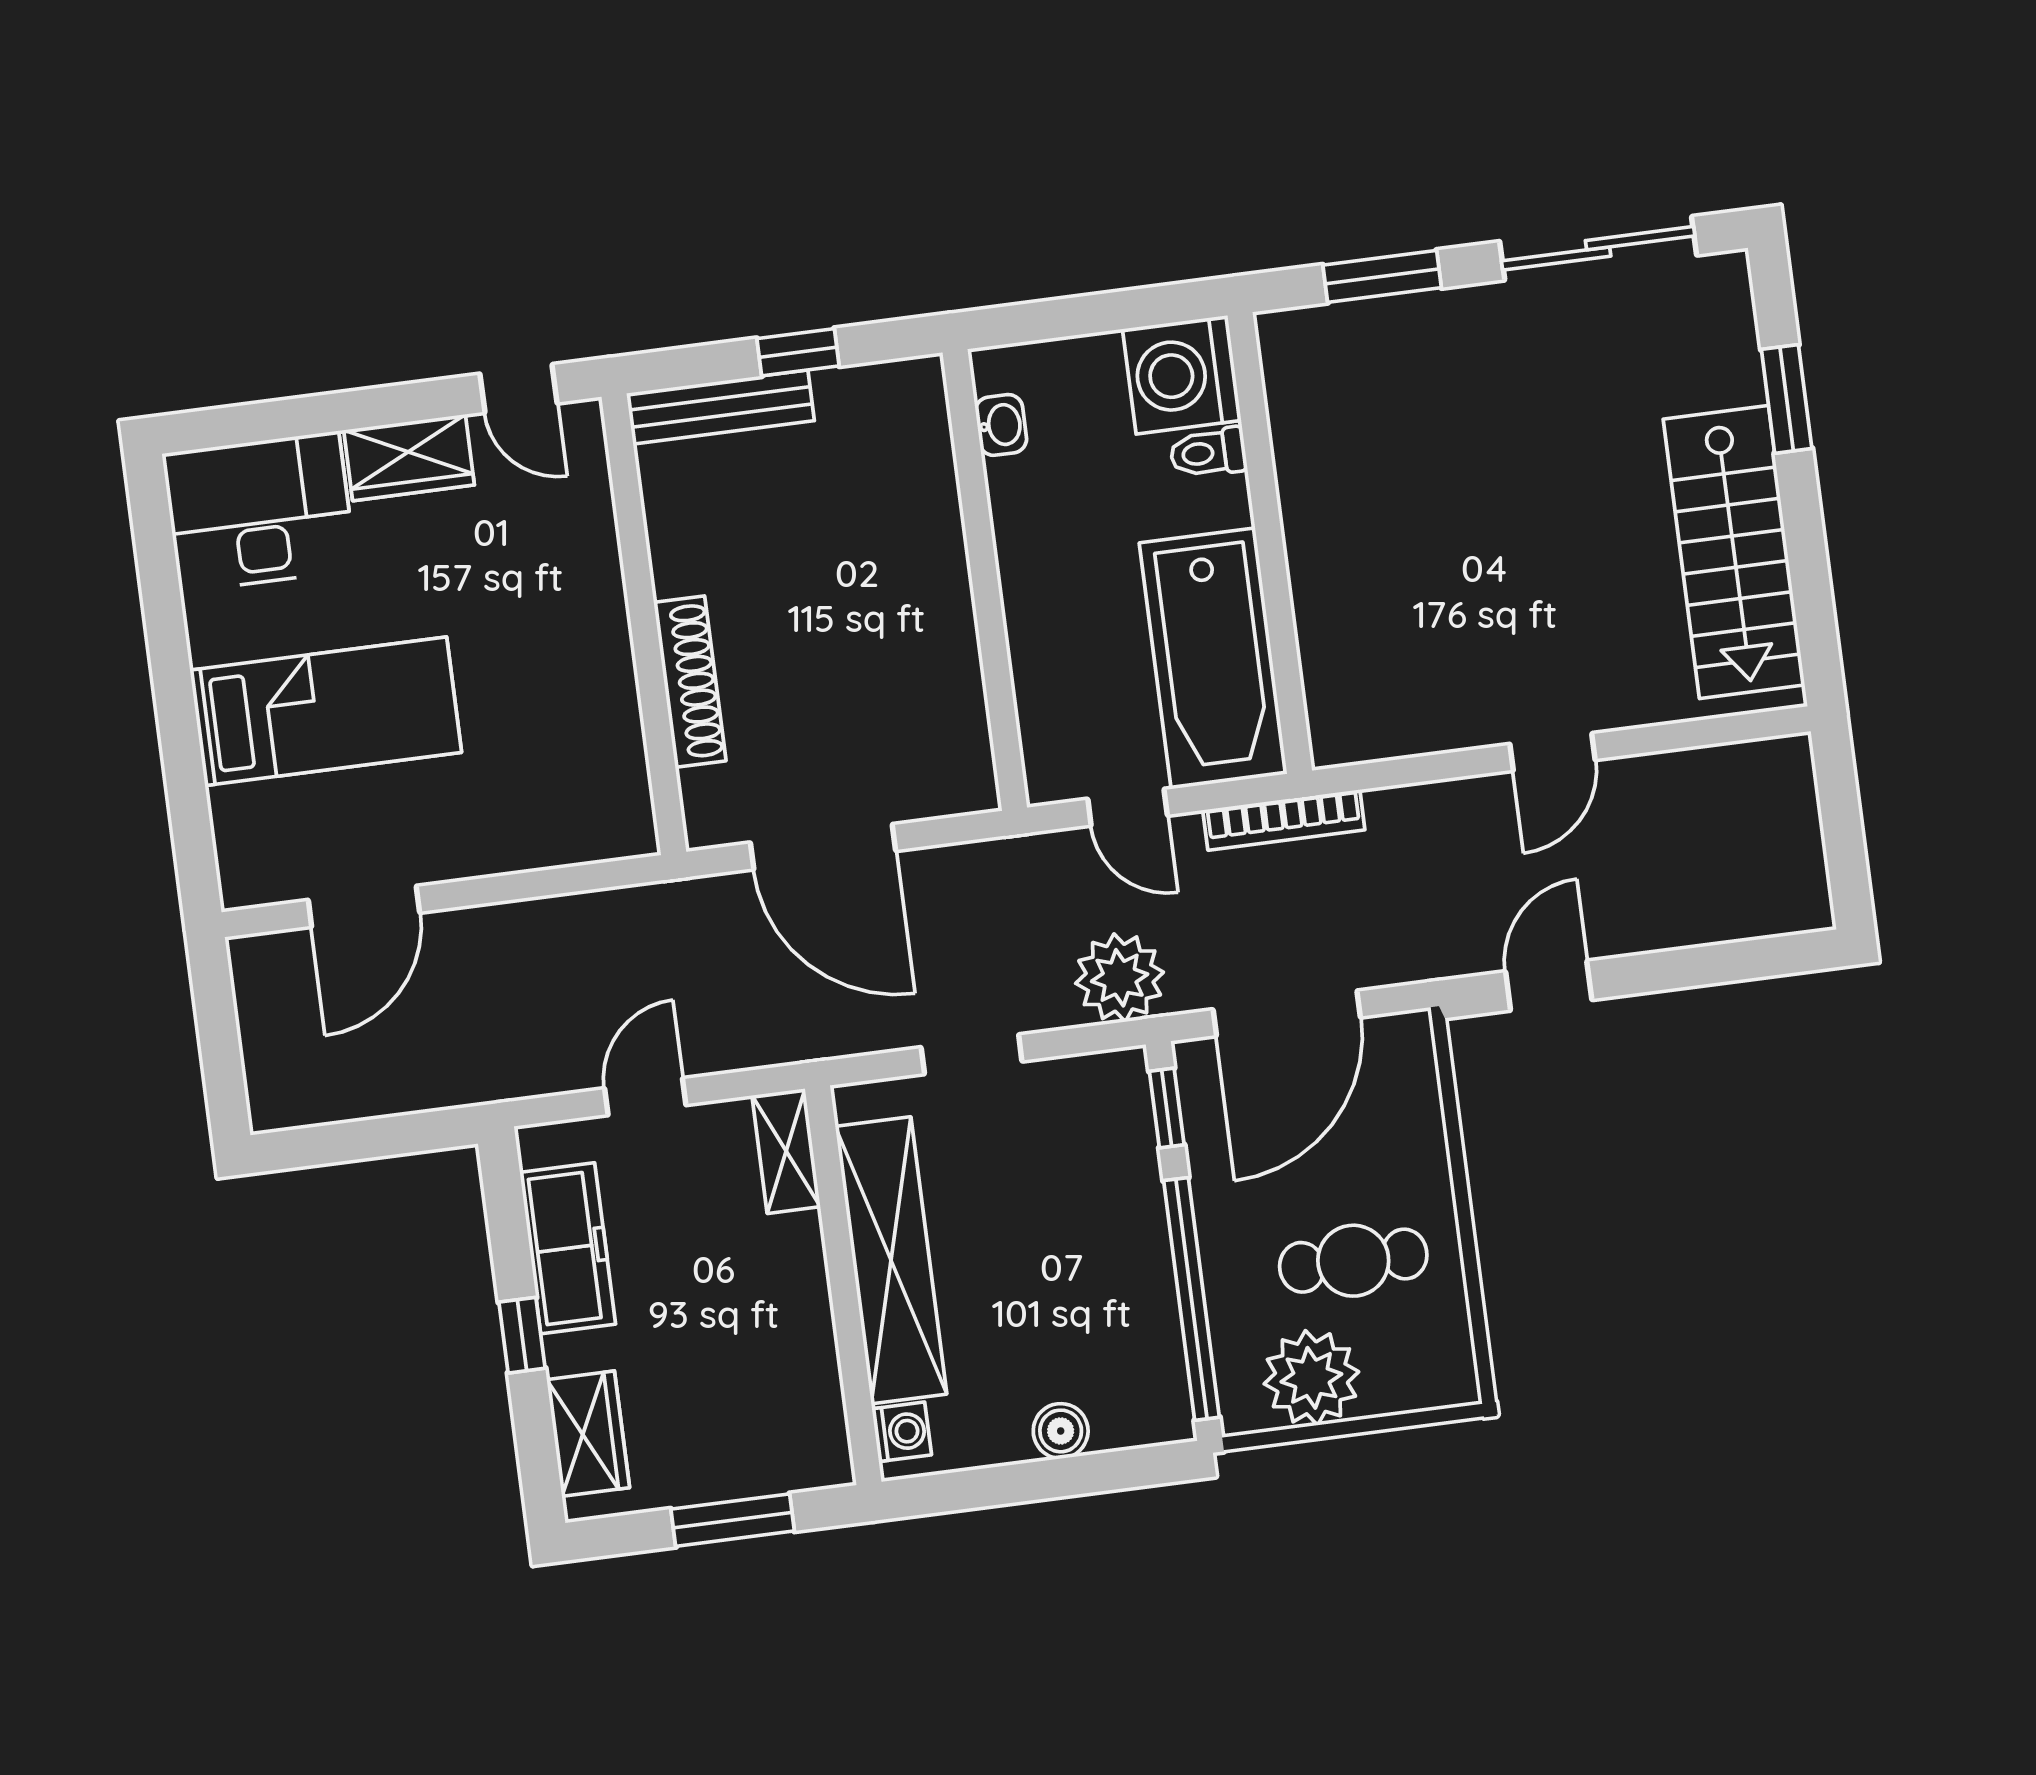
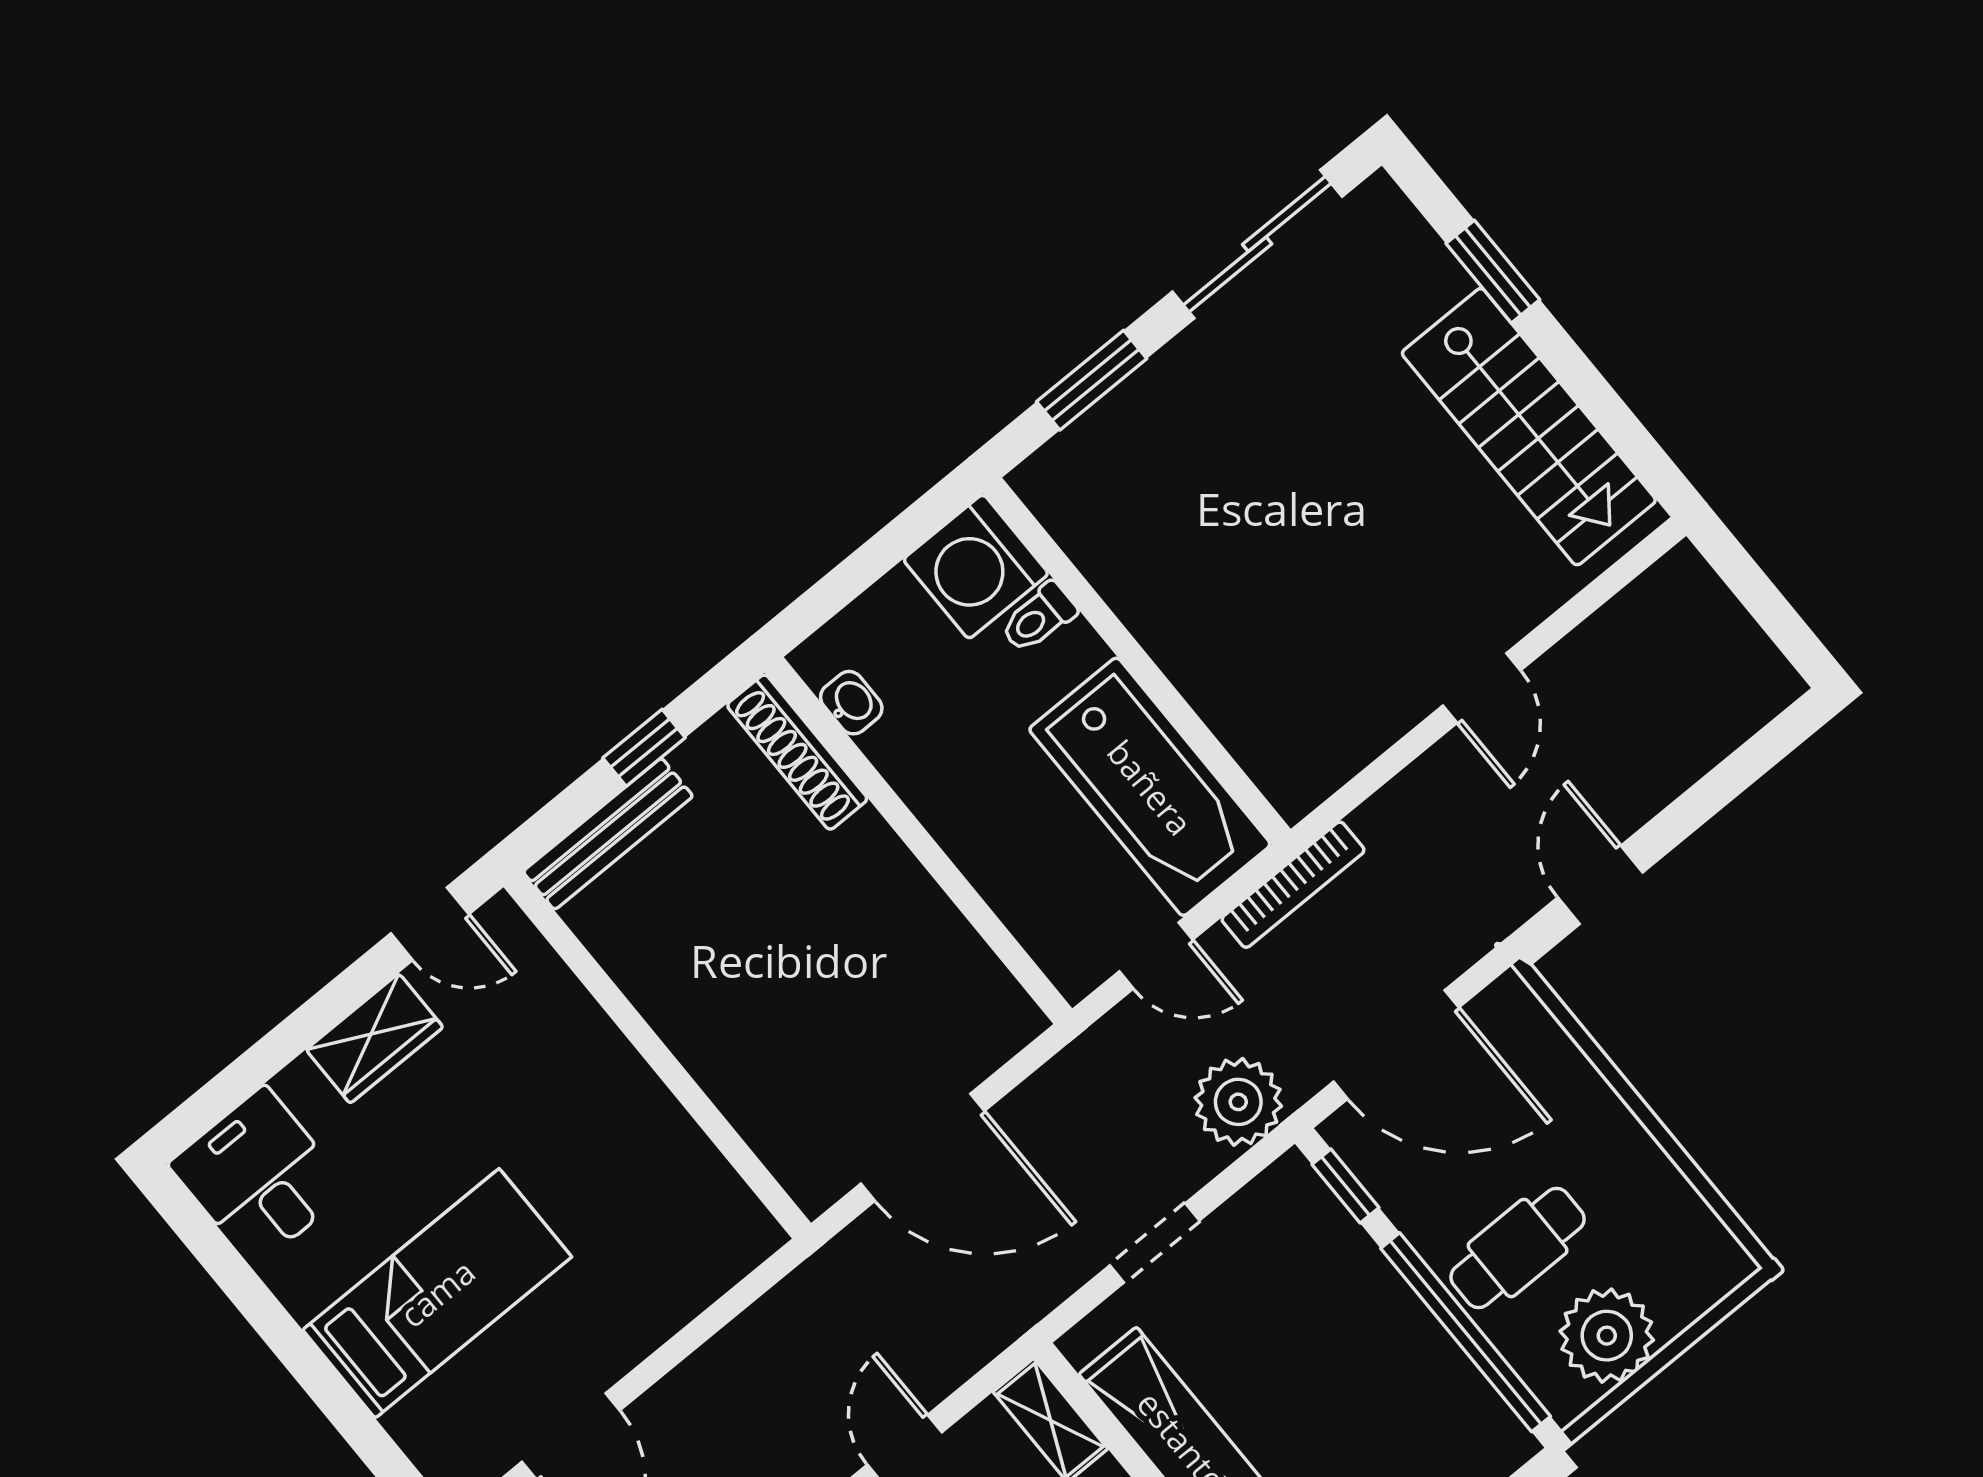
desk: (259, 512) -> (259, 1177), width x0.73
shoe rack: (690, 682) -> (797, 752), moved, turned 180
door: (1287, 1013) -> (1396, 1045), hinge flipped
cafe table: (1353, 1261) -> (1518, 1248), moved

